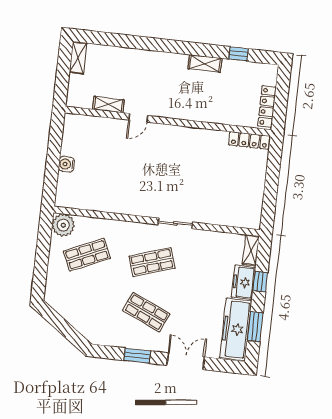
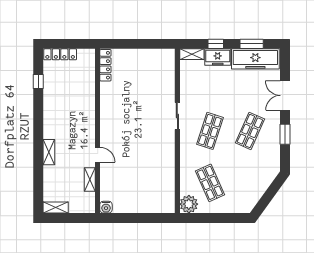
shelving: (205, 64) -> (49, 152), moved
locker: (267, 107) -> (60, 54), moved
water cooler: (66, 164) -> (106, 207), moved
shop shelf: (152, 262) -> (210, 131), turned 36

